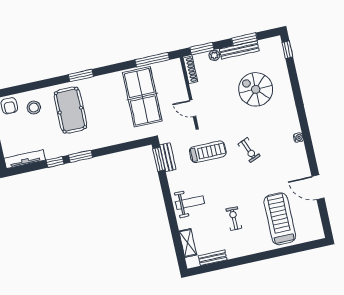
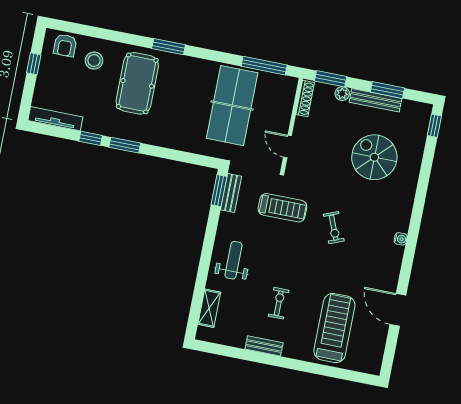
weight bench: (190, 203) -> (233, 260), turned -90
bench: (213, 258) -> (264, 346), moved

